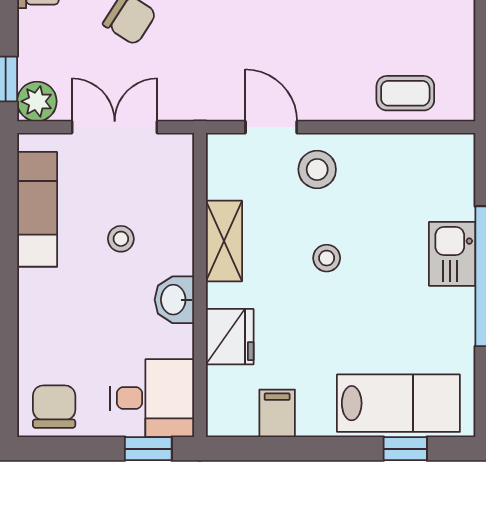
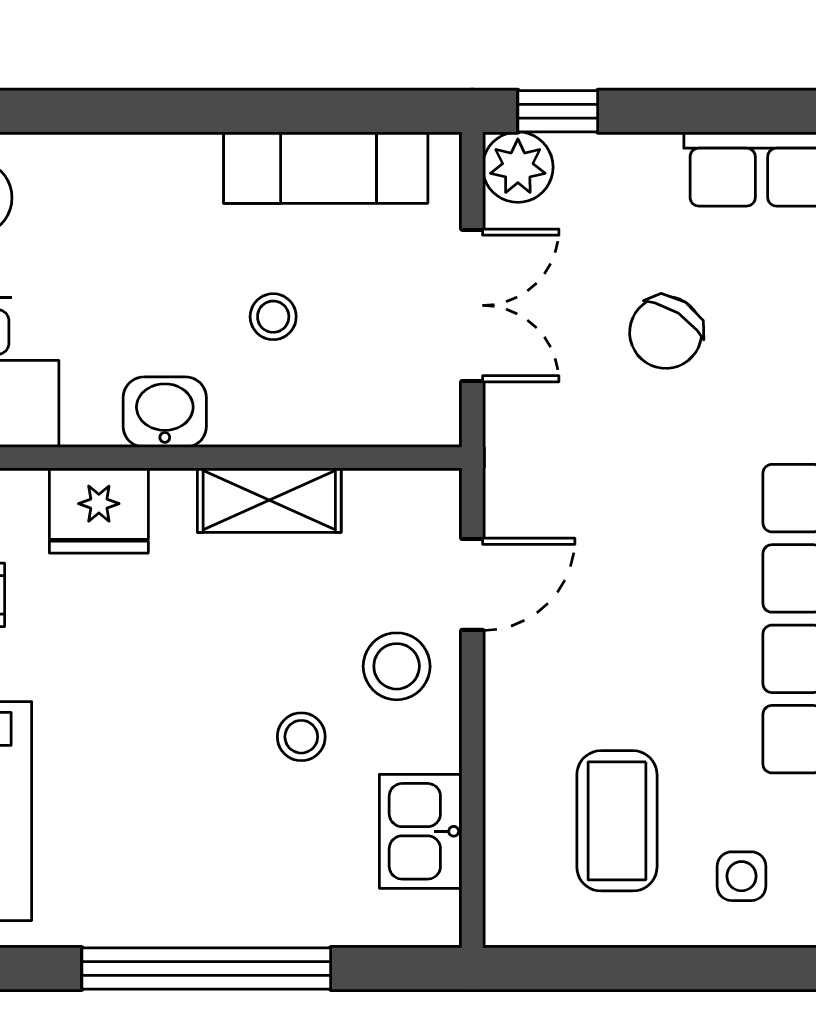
coffee table: (405, 93) -> (617, 821), moved, width x1.36, depth x1.30
kitchen sink: (452, 254) -> (421, 831), moved, turned -90
stool: (327, 258) -> (301, 737), moved

